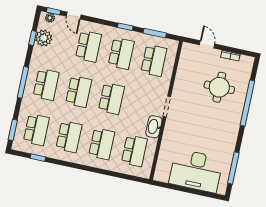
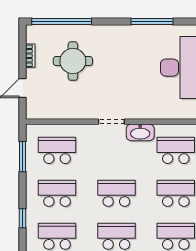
window: (125, 27) -> (22, 218), moved
window: (247, 103) -> (62, 21), moved
window: (233, 168) -> (152, 21), moved

